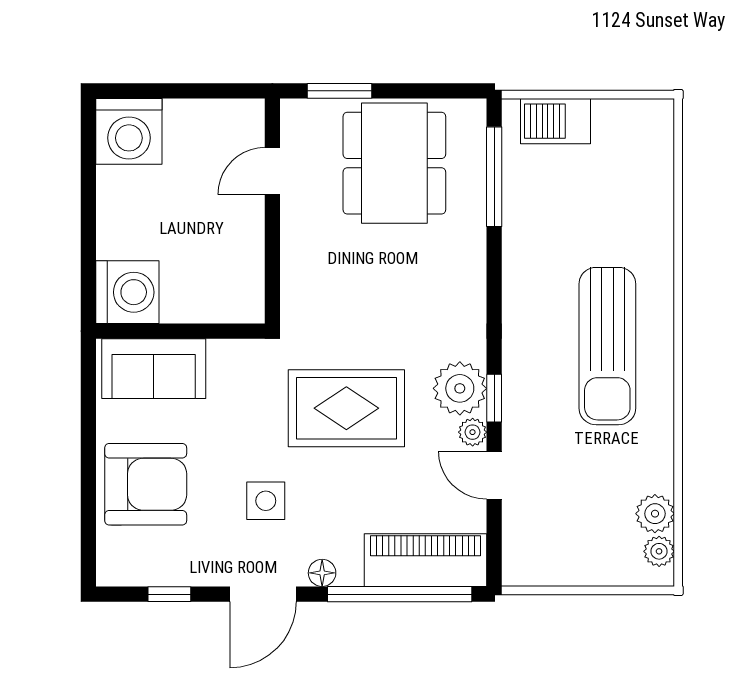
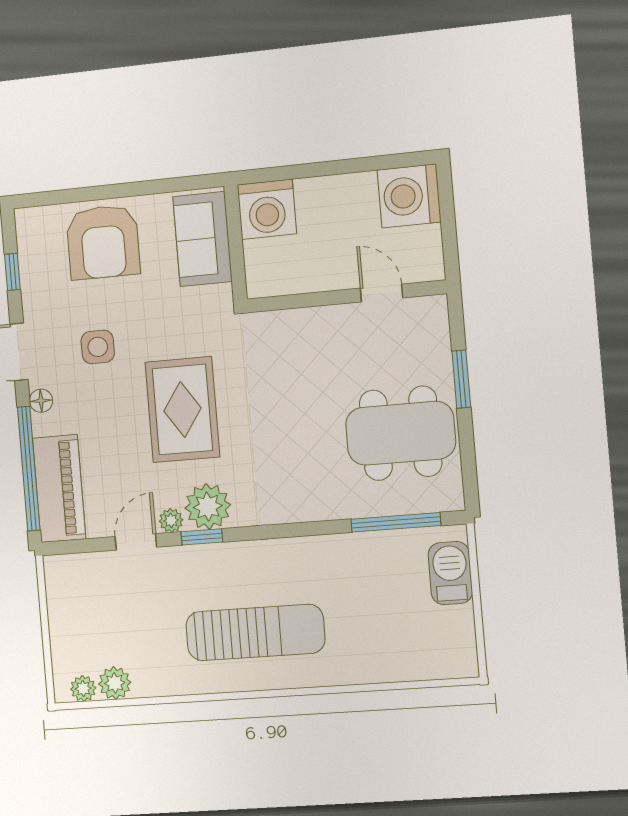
door: (272, 171) -> (382, 293), moved
wall: (272, 211) -> (346, 296), moved
sun lounger: (607, 346) -> (255, 632), turned 180

